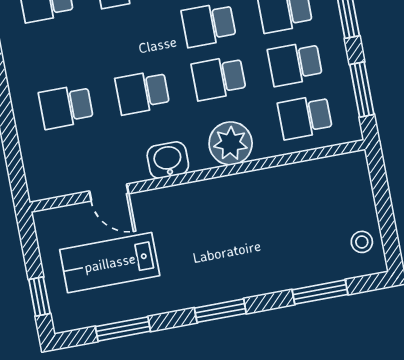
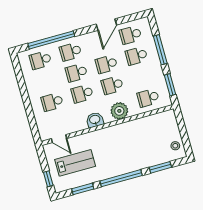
school desk: (295, 64) -> (76, 73), moved
door: (109, 192) -> (59, 139), moved
lab bench: (110, 263) -> (75, 163), turned 180
window: (220, 311) -> (121, 178), width x2.11

